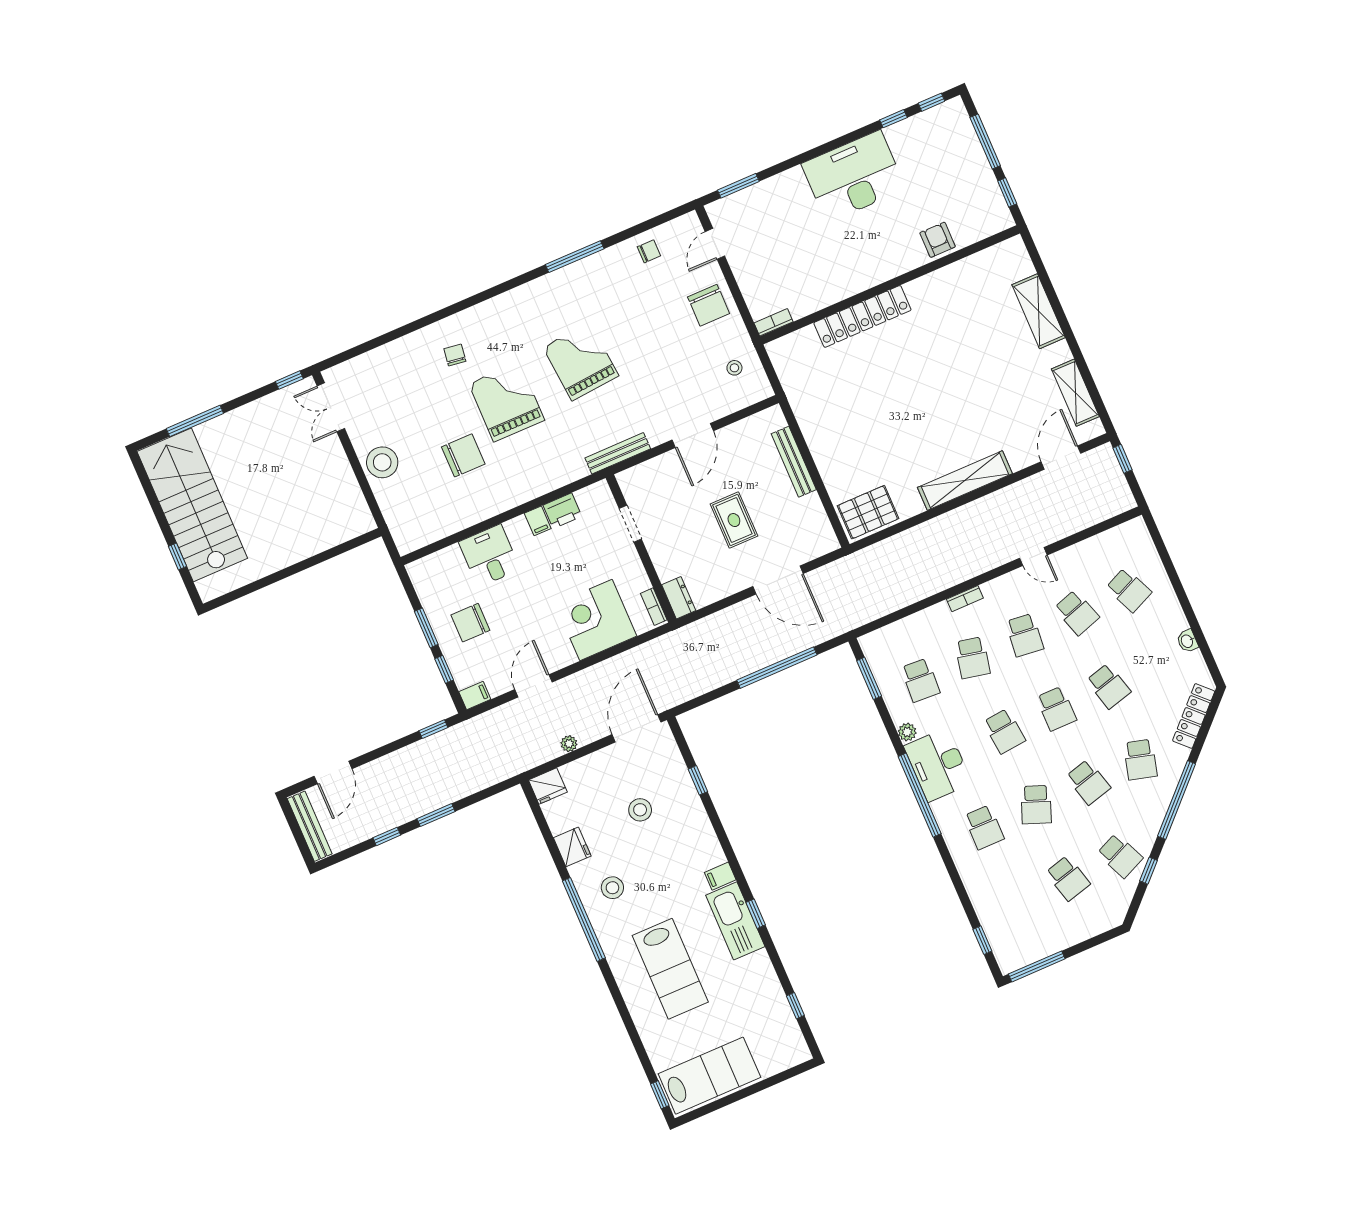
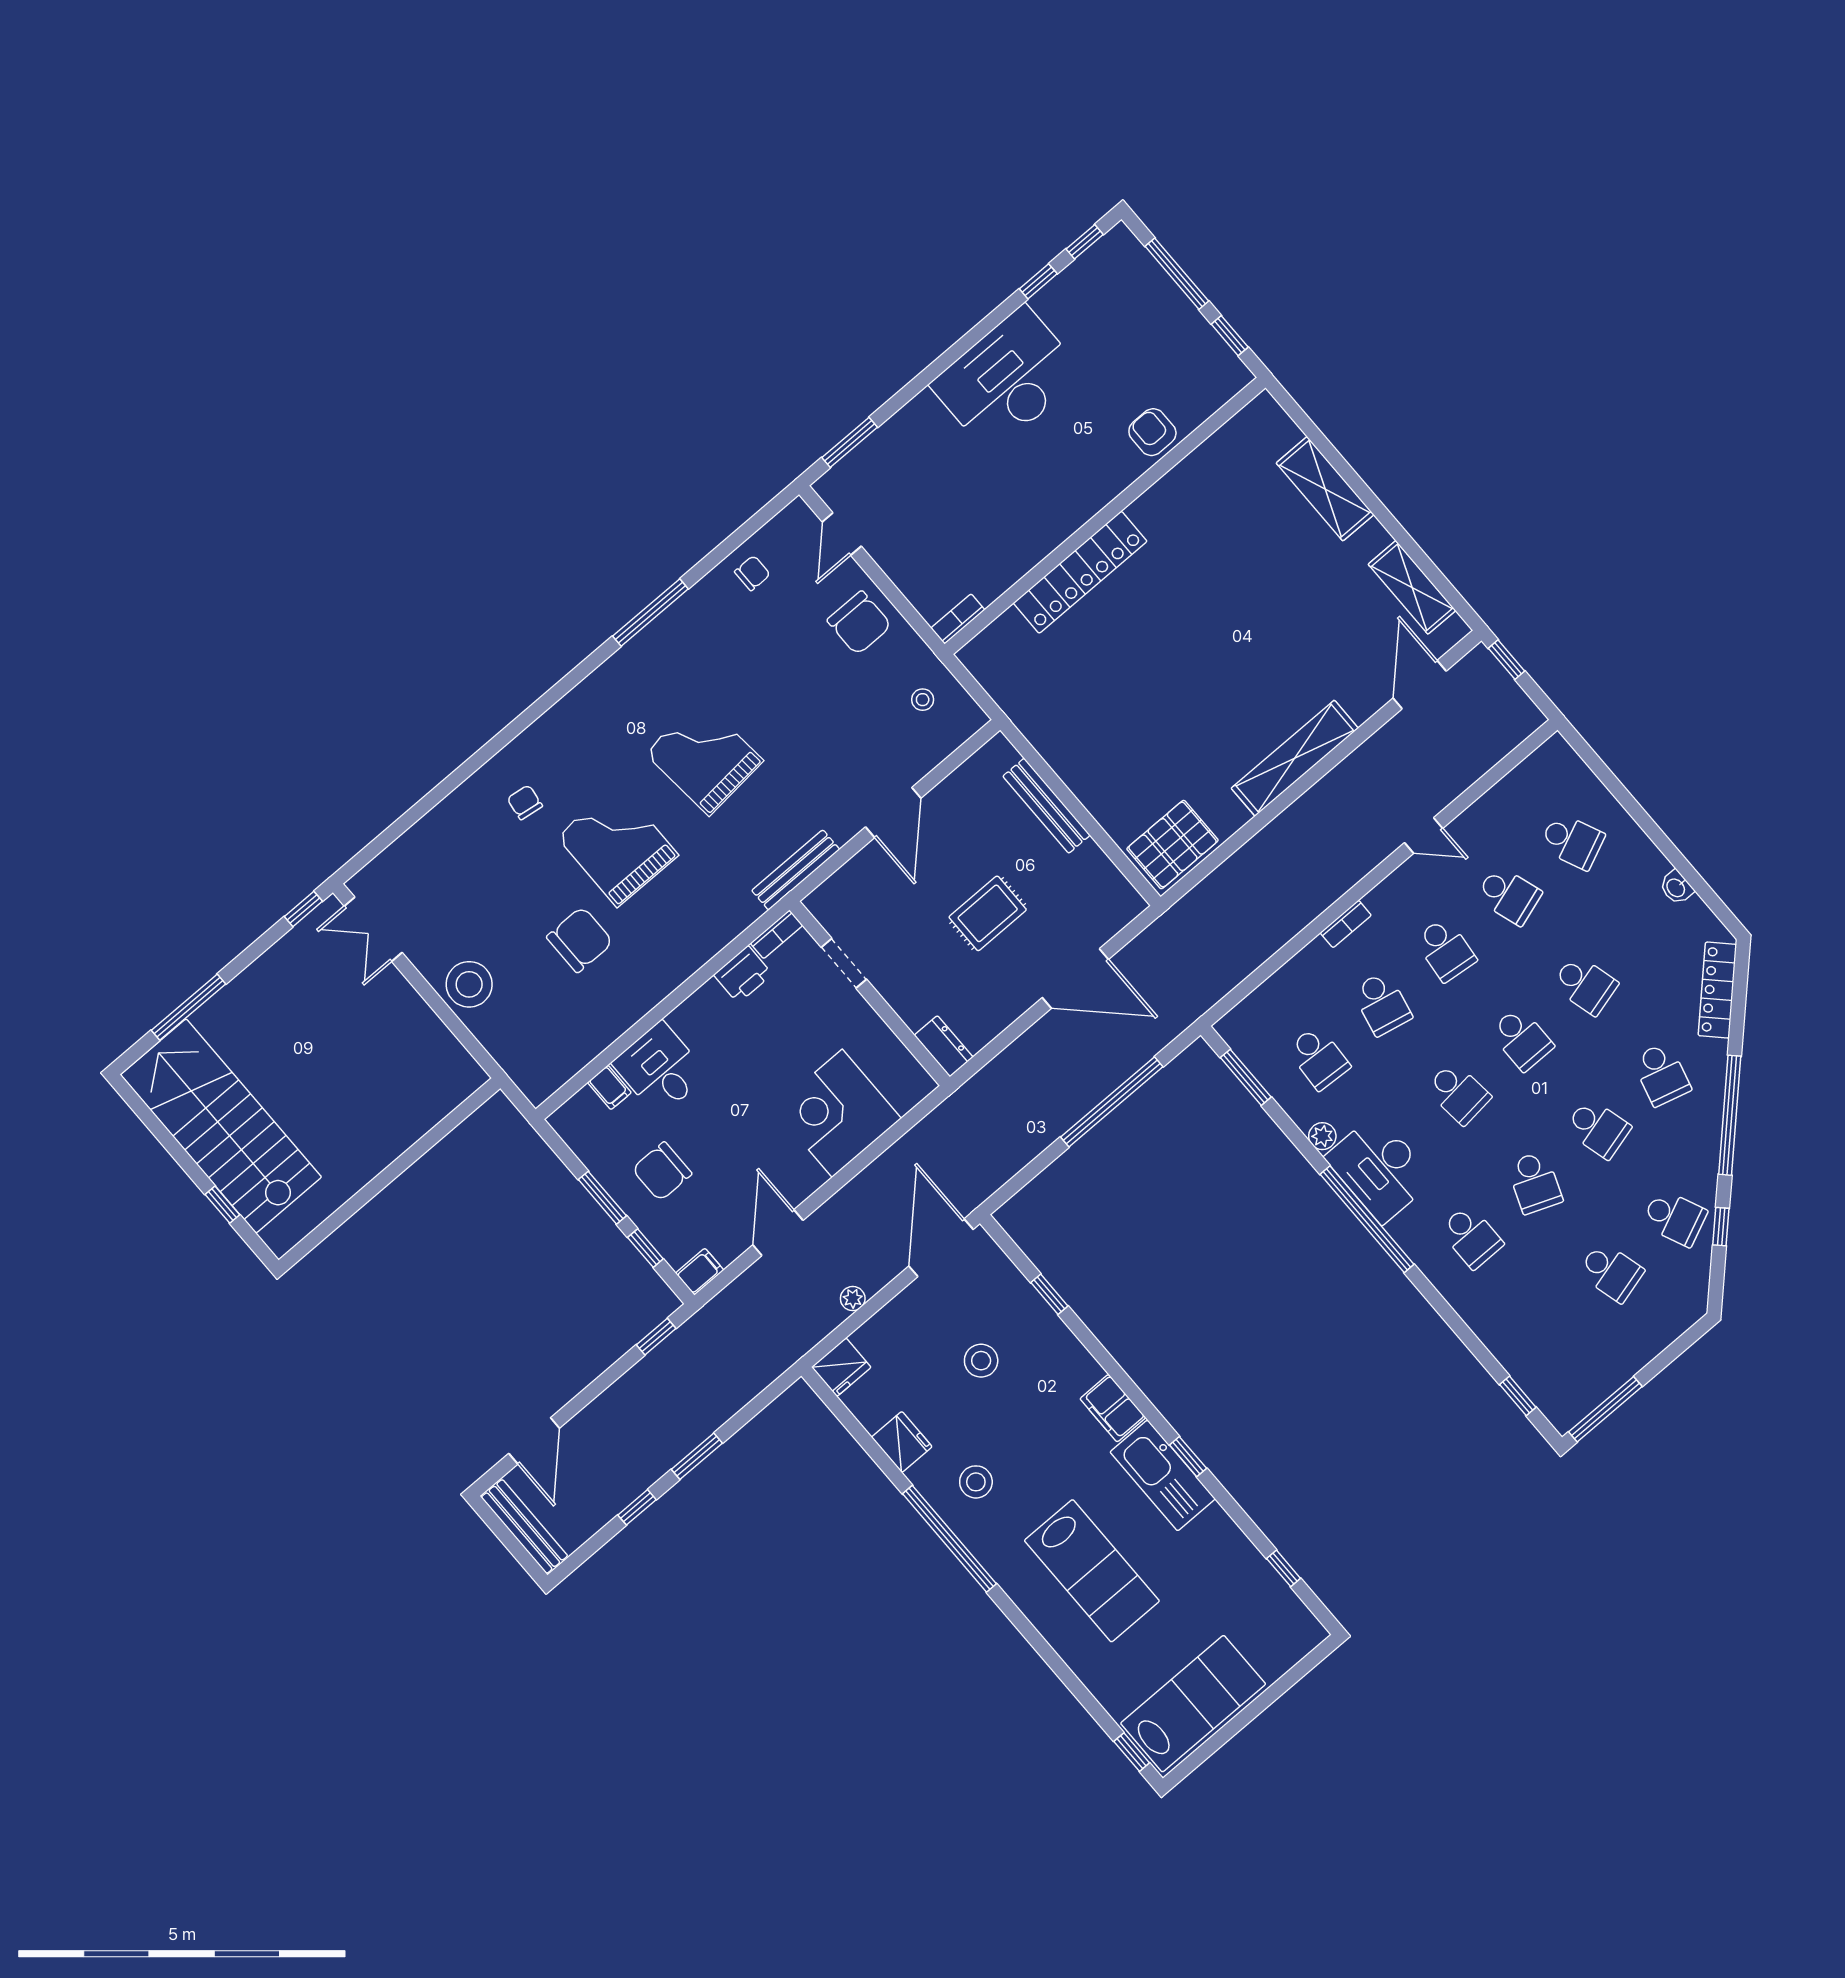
rug: (734, 520) -> (988, 913), turned 90
filing cabinet: (538, 521) -> (609, 1087), moved
bookcase: (654, 607) -> (776, 934), moved, turned -90
filing cabinet: (720, 876) -> (1113, 1408), width x2.00

